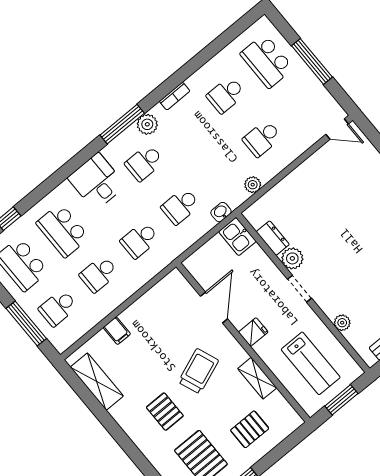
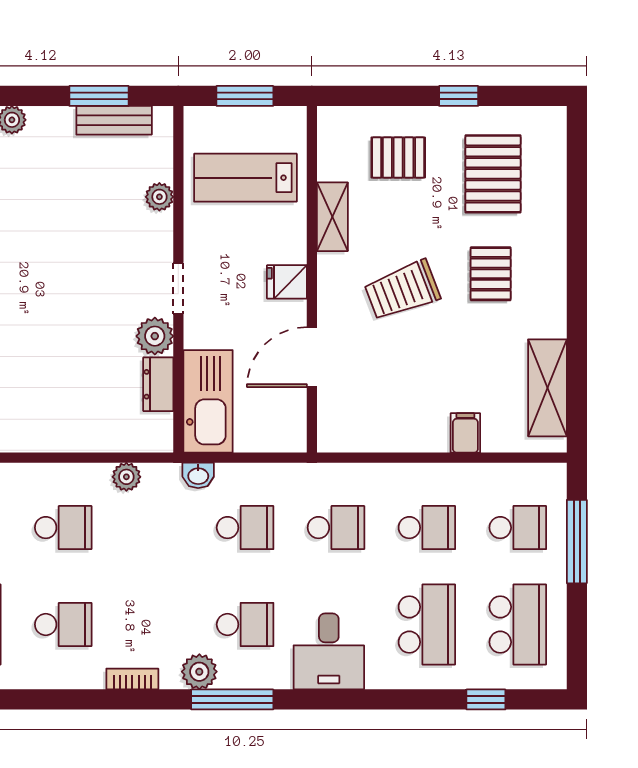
kitchen sink: (237, 236) -> (208, 401), width x1.88, depth x1.24
lab bench: (311, 363) -> (245, 178), turned -90

